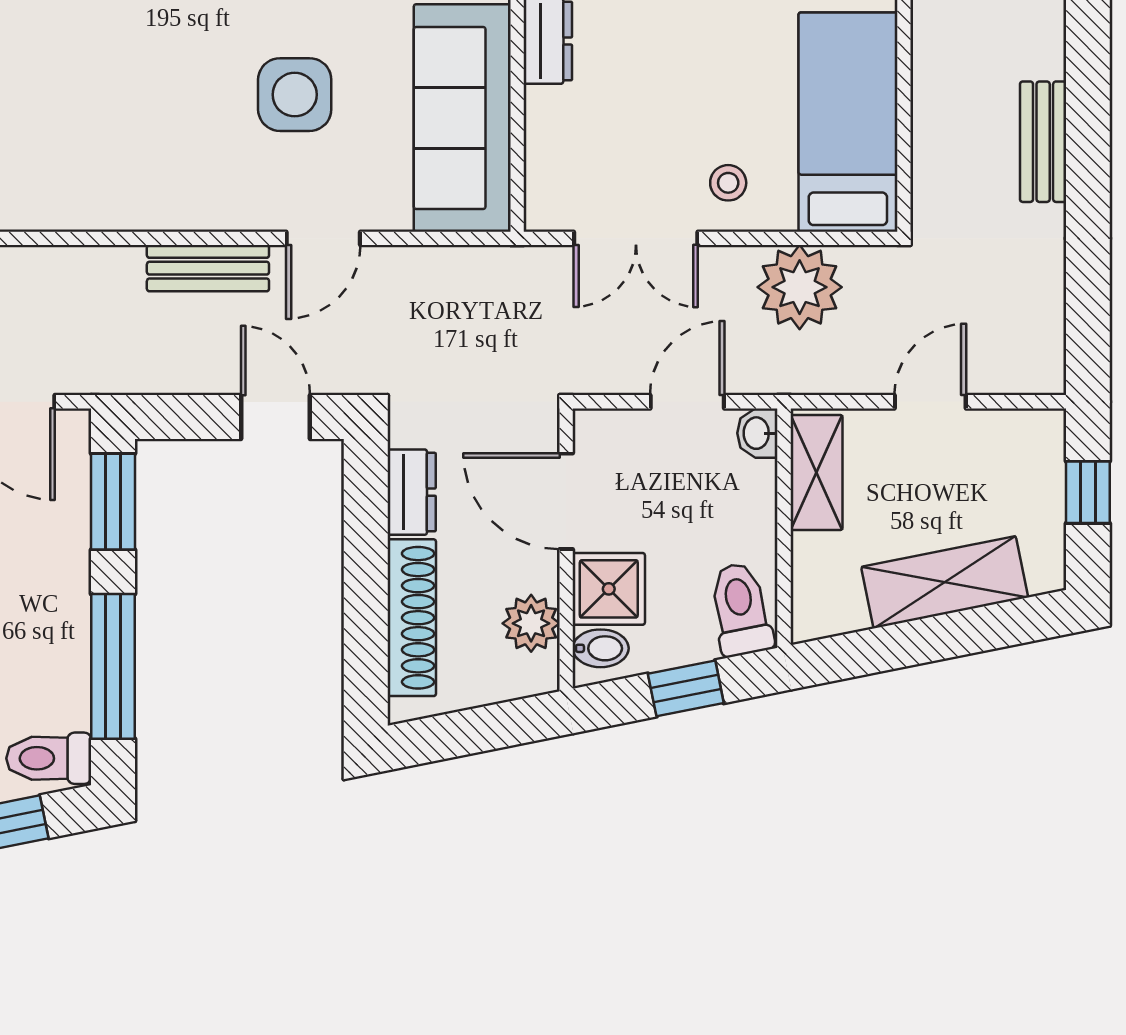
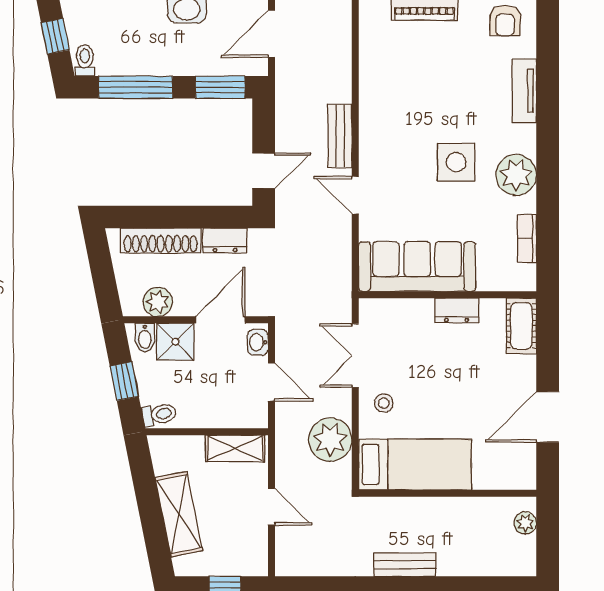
side table: (295, 95) -> (456, 162), moved
washbasin: (757, 433) -> (258, 342), moved, turned -90
toilet: (741, 609) -> (159, 414), width x0.73, depth x0.72
toilet: (49, 758) -> (85, 60), width x0.73, depth x0.72

